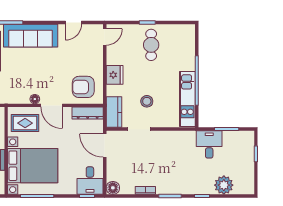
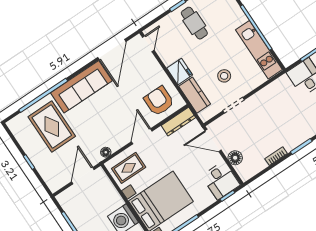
door: (73, 23) -> (112, 49), width x1.87
armchair: (83, 87) -> (159, 101), turned 90
floor lamp: (35, 99) -> (106, 152), moved
door: (52, 105) -> (142, 136), swing flipped
kitchen counter: (114, 112) -> (195, 95), moved
floor lamp: (113, 188) -> (235, 158), moved

